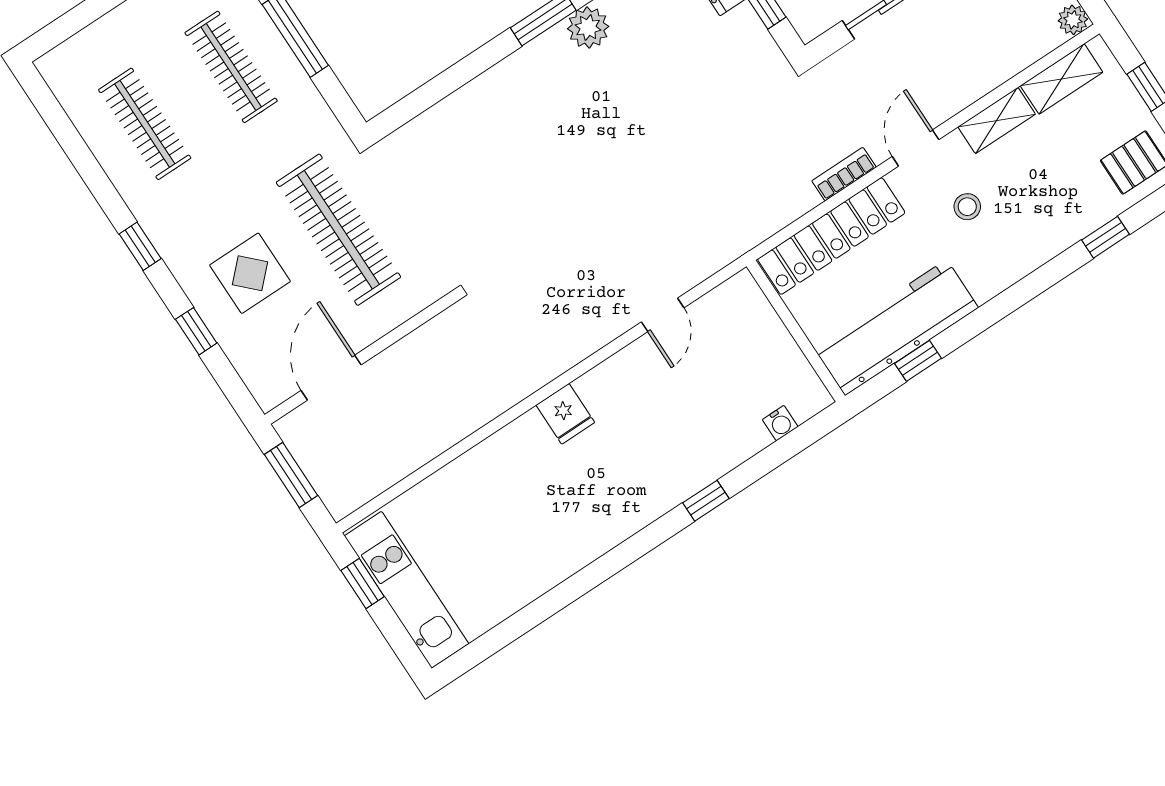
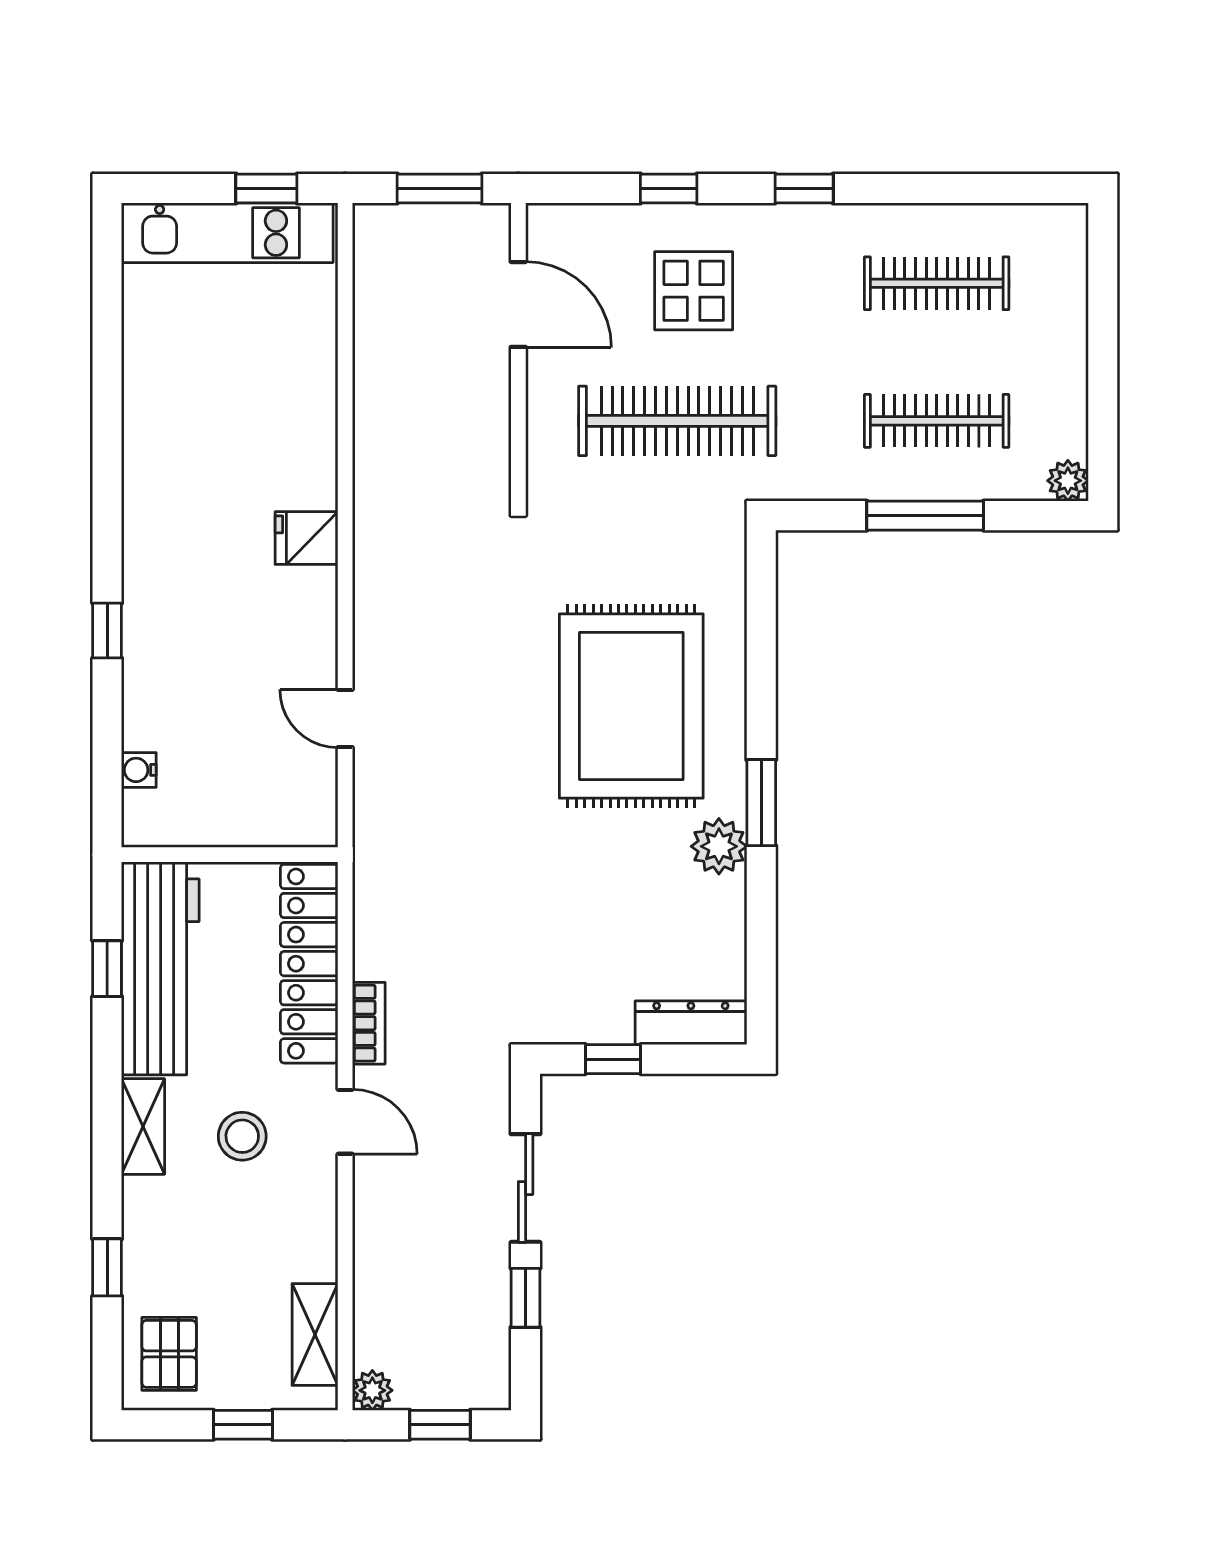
shelving: (997, 120) -> (143, 1127), moved
rug: (536, 141) -> (631, 706), added
stool: (967, 207) -> (242, 1136), width x1.37, depth x1.37

